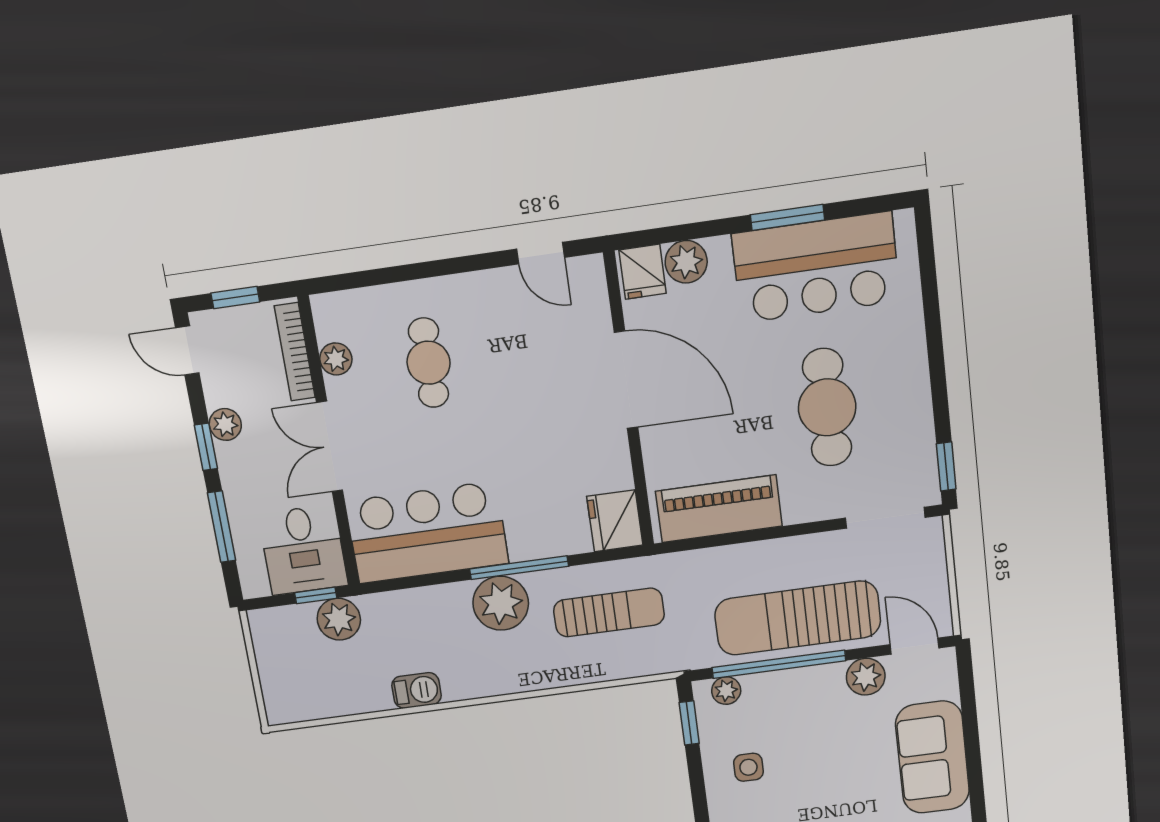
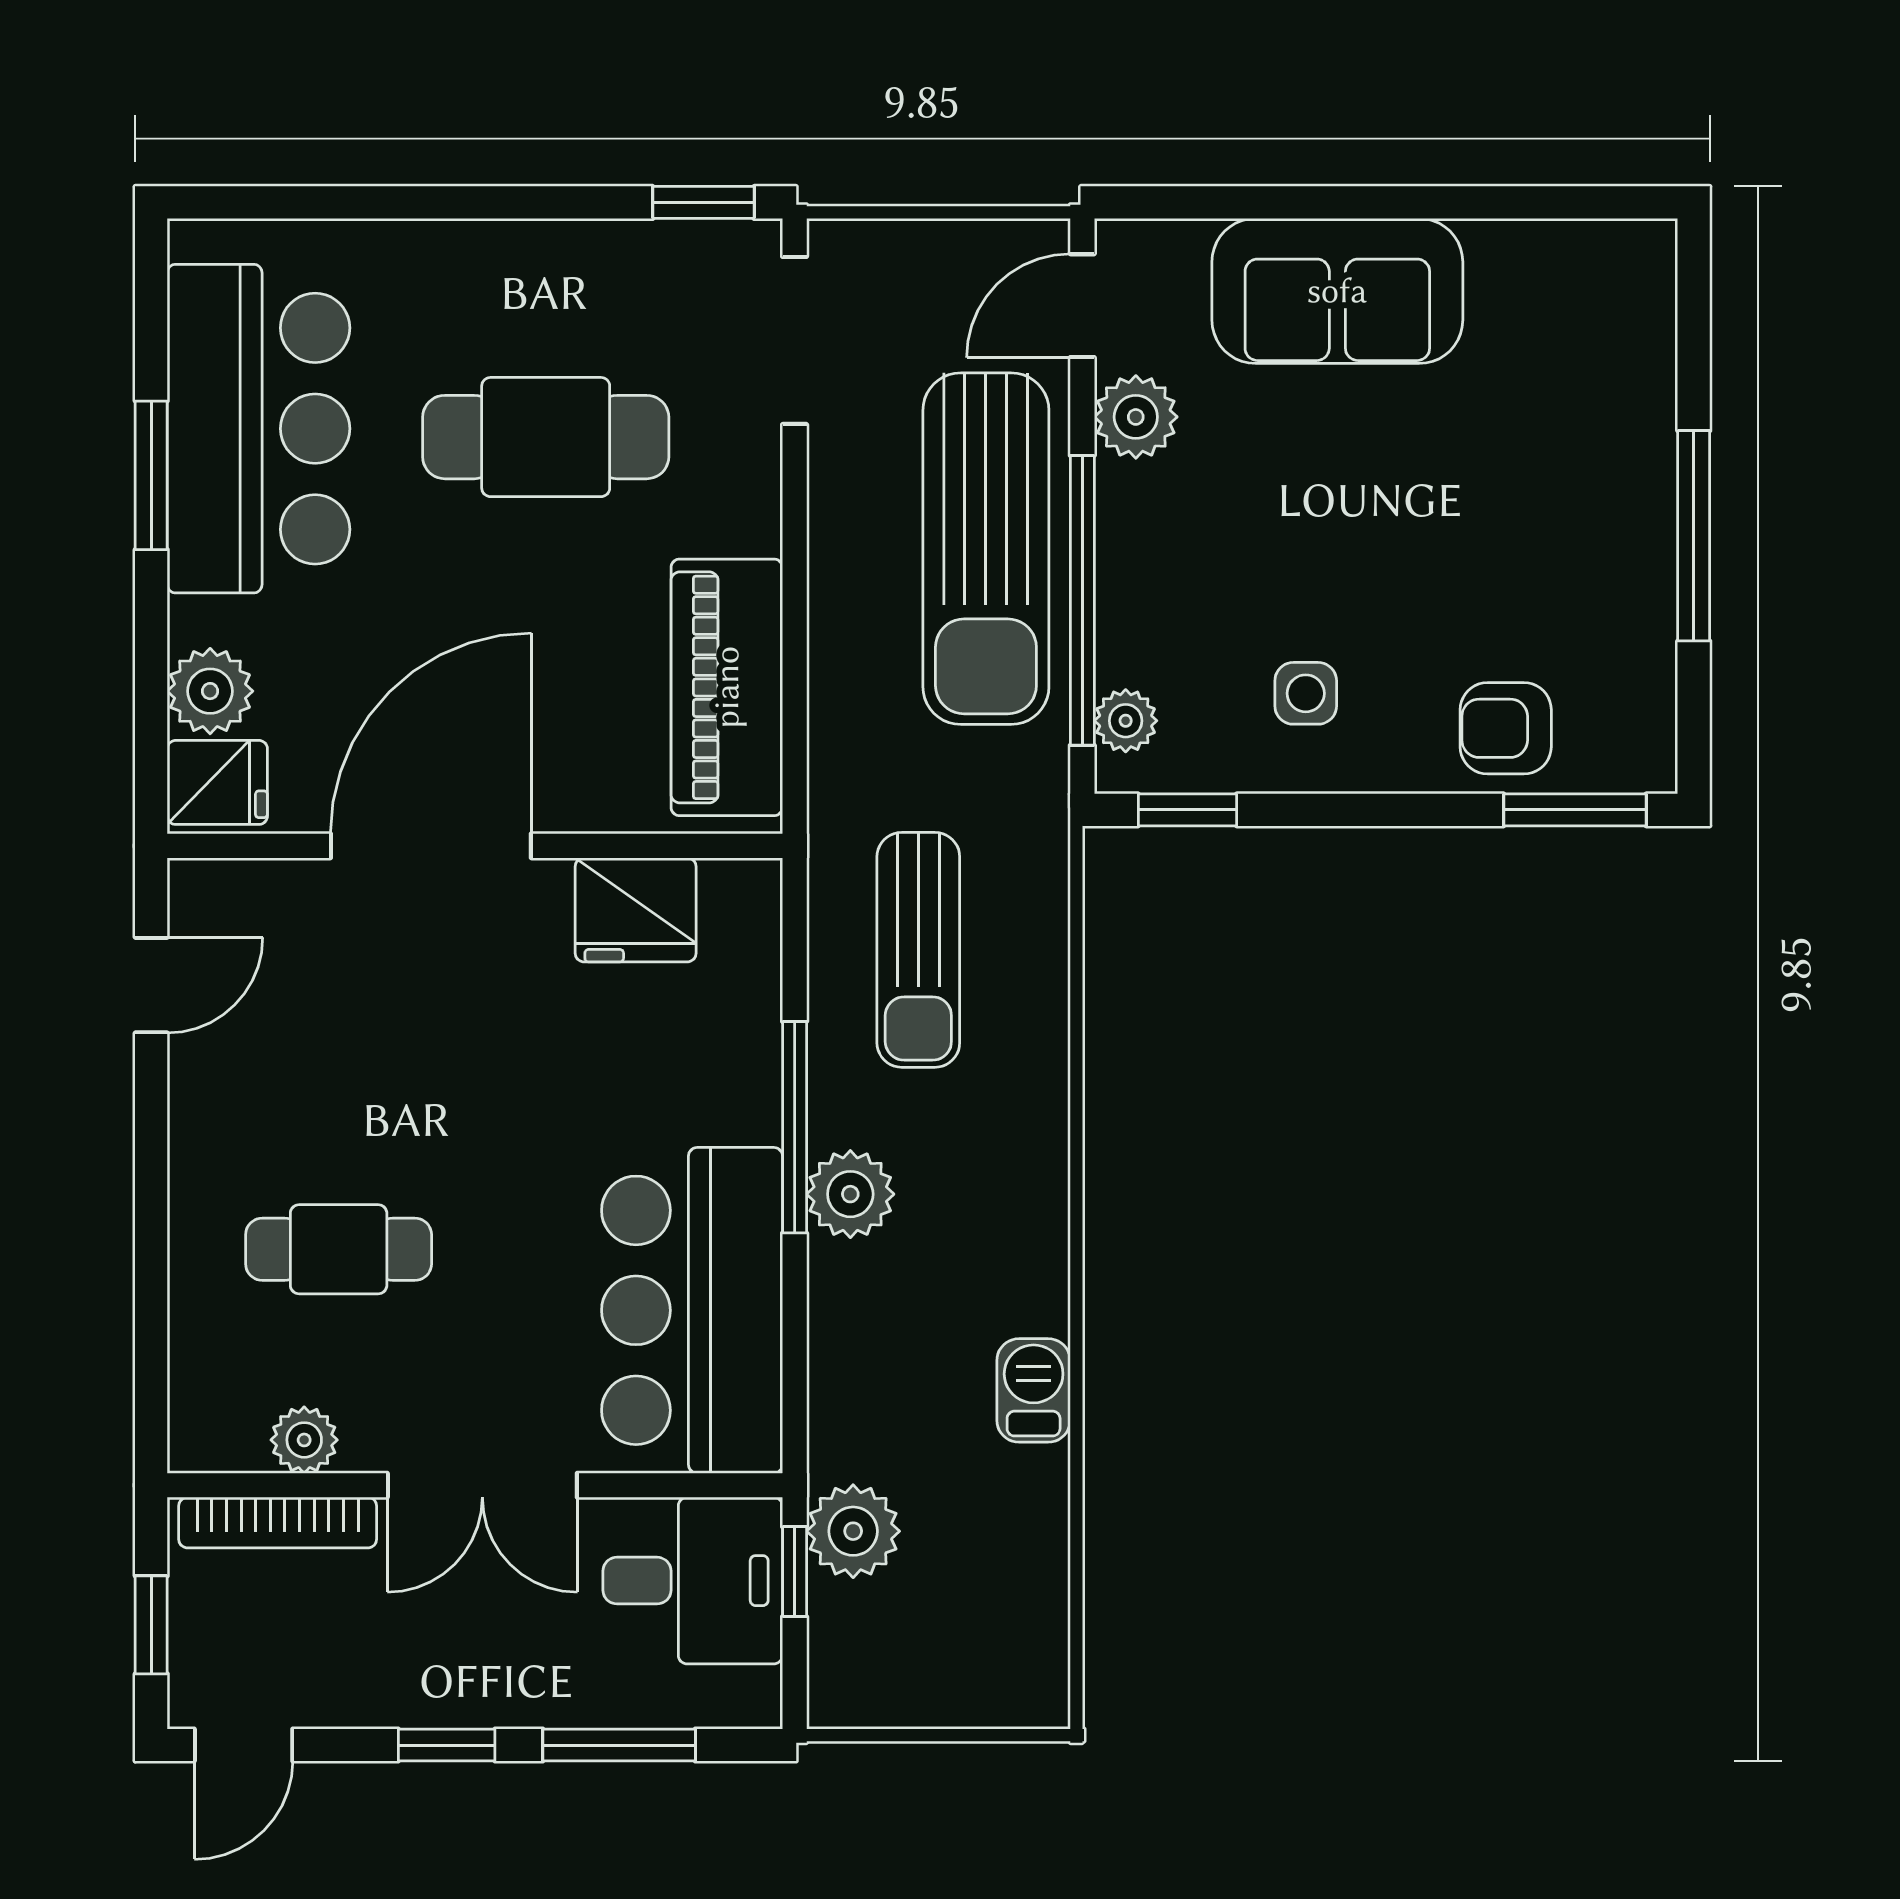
plant: (225, 424) -> (406, 1695), removed
fridge: (615, 521) -> (636, 910), moved
plant: (501, 603) -> (850, 1194), width x0.73, depth x0.73
sun lounger: (609, 612) -> (918, 950), turned 180

